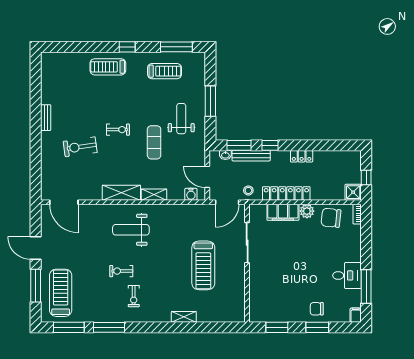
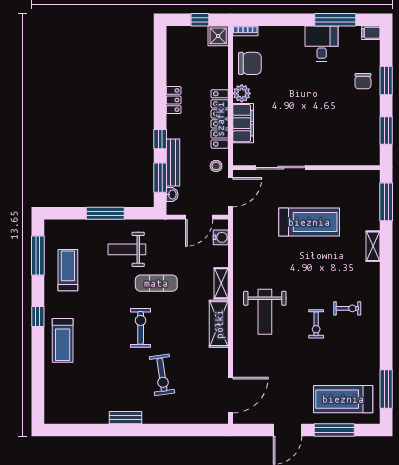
exercise bike: (118, 130) -> (141, 328), width x1.38, depth x1.39
door: (227, 202) -> (231, 192), hinge flipped
chair: (331, 218) -> (250, 63), turned -96
window: (109, 327) -> (386, 202), moved

